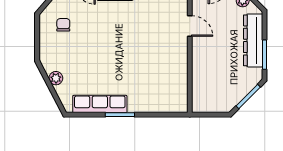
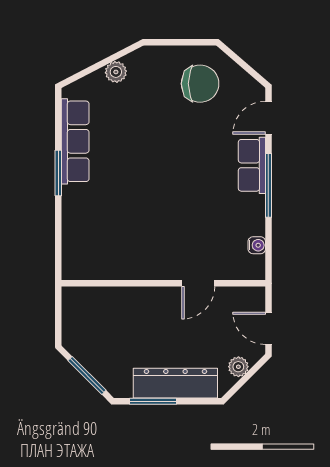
chair: (63, 25) -> (200, 84), width x1.87, depth x1.87

